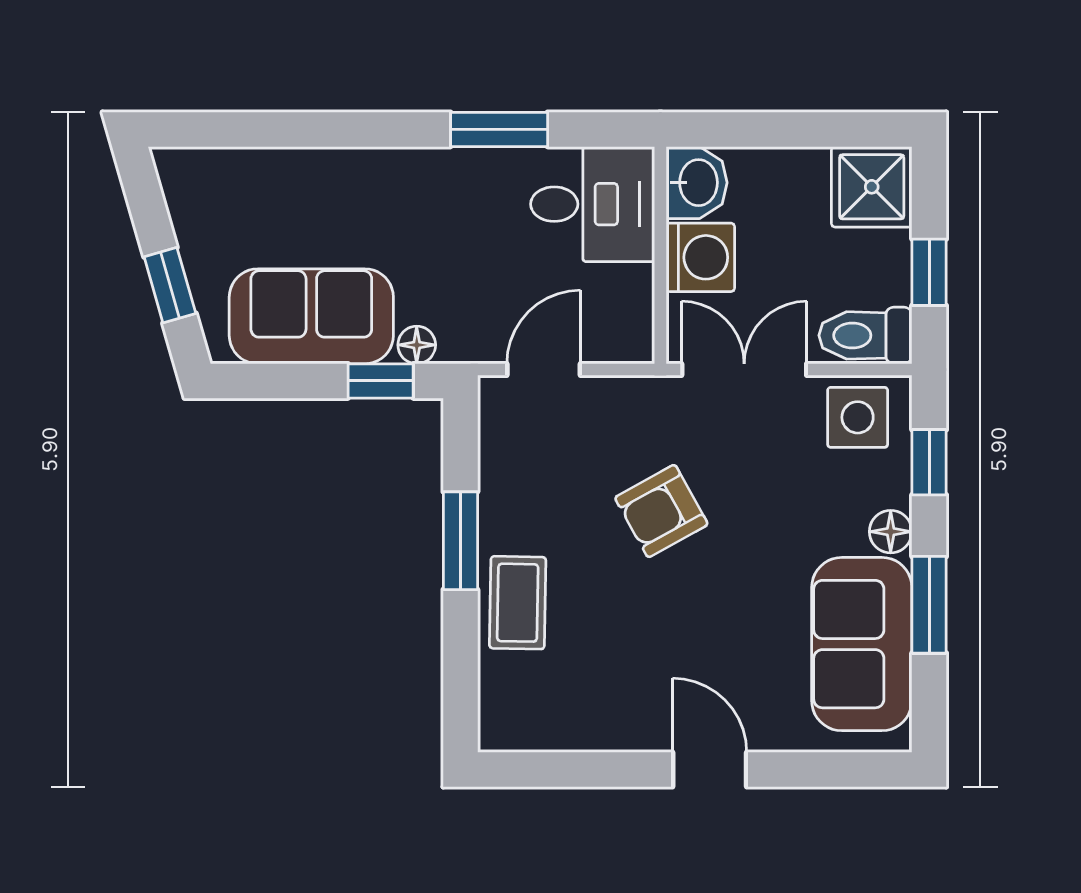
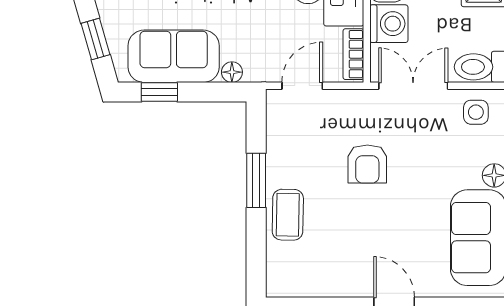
bookcase: (636, 312) -> (353, 54), added
window: (381, 381) -> (159, 92), moved
side table: (858, 417) -> (476, 112), width x0.73, depth x0.73
armchair: (661, 511) -> (367, 164), turned -61

